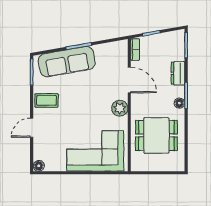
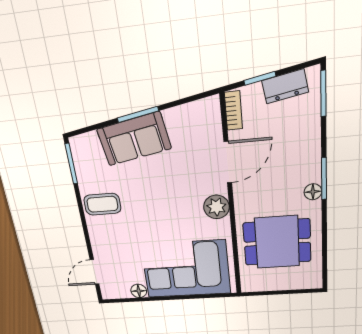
sofa: (67, 62) -> (134, 139), width x0.73
dresser: (178, 73) -> (285, 86), moved, turned -100
door: (129, 80) -> (228, 162), hinge flipped
door: (32, 128) -> (94, 272), moved
floor lamp: (39, 166) -> (139, 291), moved

